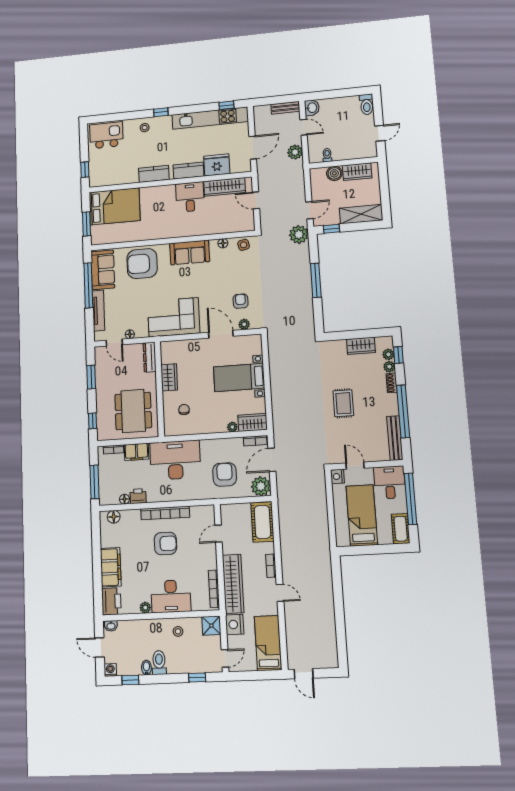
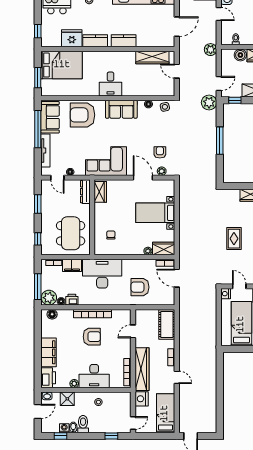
plant: (295, 152) -> (211, 50), moved
fridge: (217, 165) -> (72, 38), moved
desk: (190, 197) -> (110, 84), moved, turned 180
wardrobe: (169, 377) -> (100, 192), moved
door: (272, 460) -> (177, 278), hinge flipped
armchair: (225, 475) -> (140, 287), turned -90
plant: (261, 486) -> (49, 298), moved
shower: (211, 626) -> (67, 399), moved
door: (100, 648) -> (38, 411), swing flipped
washing machine: (110, 670) -> (64, 428), moved

